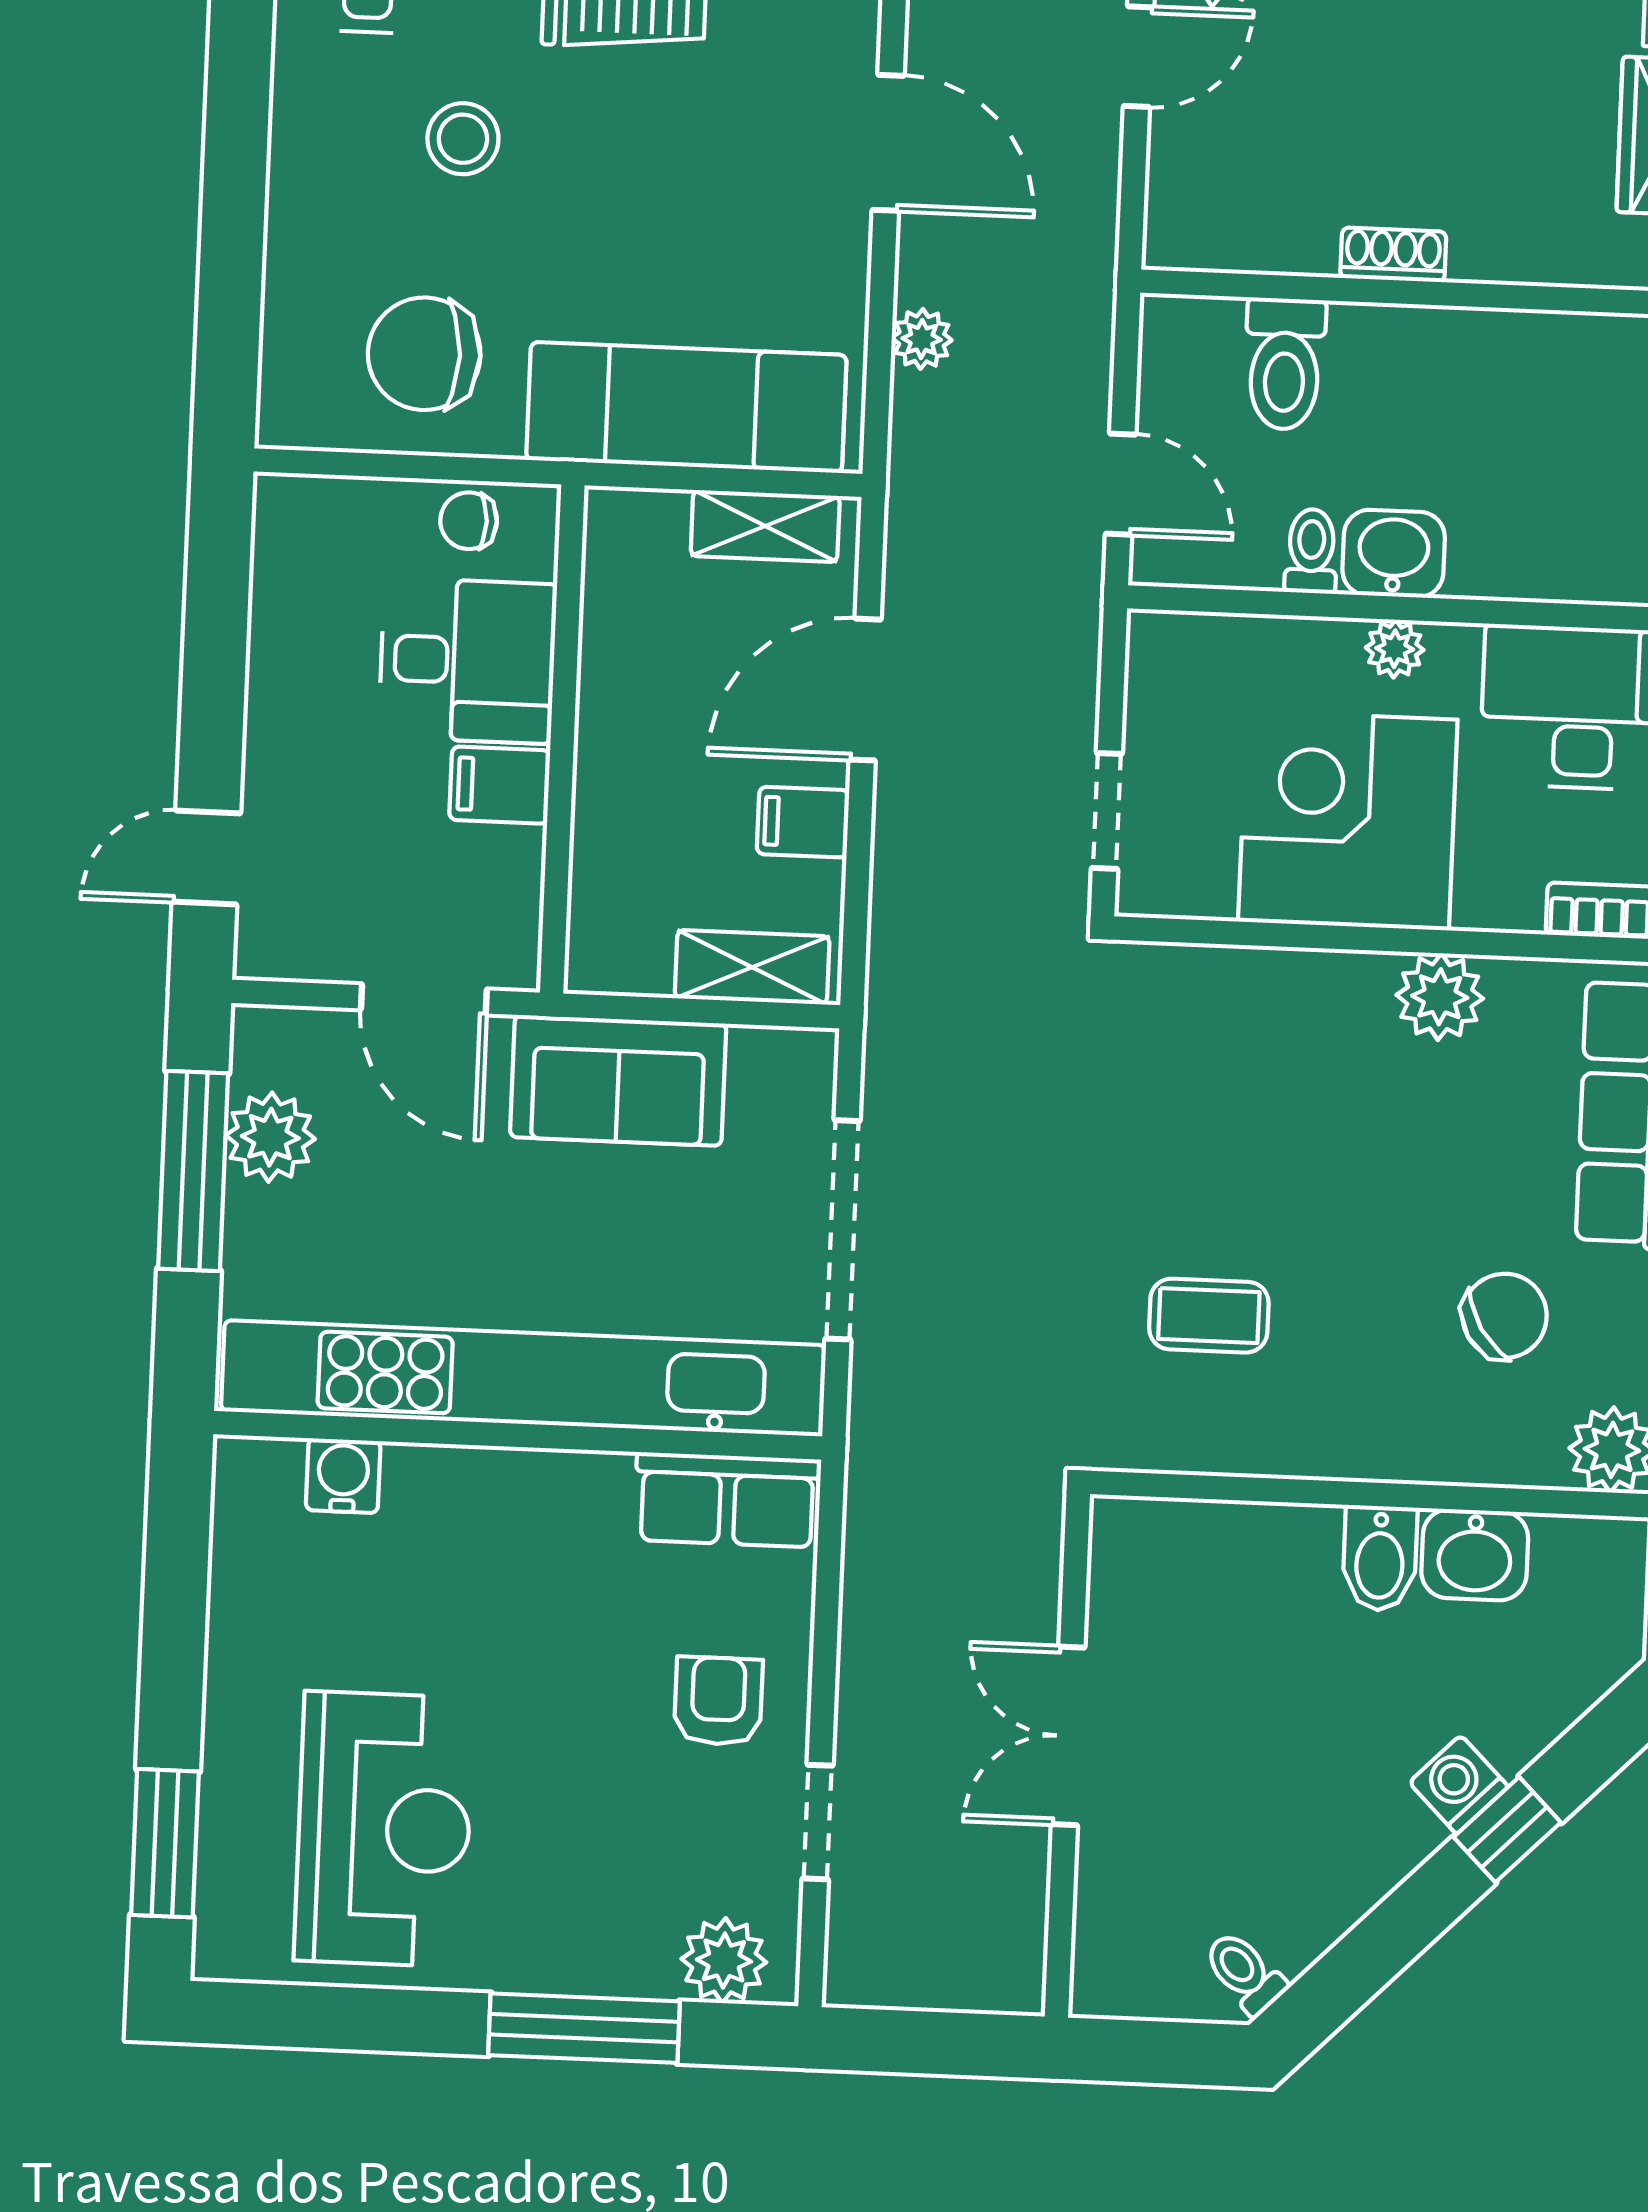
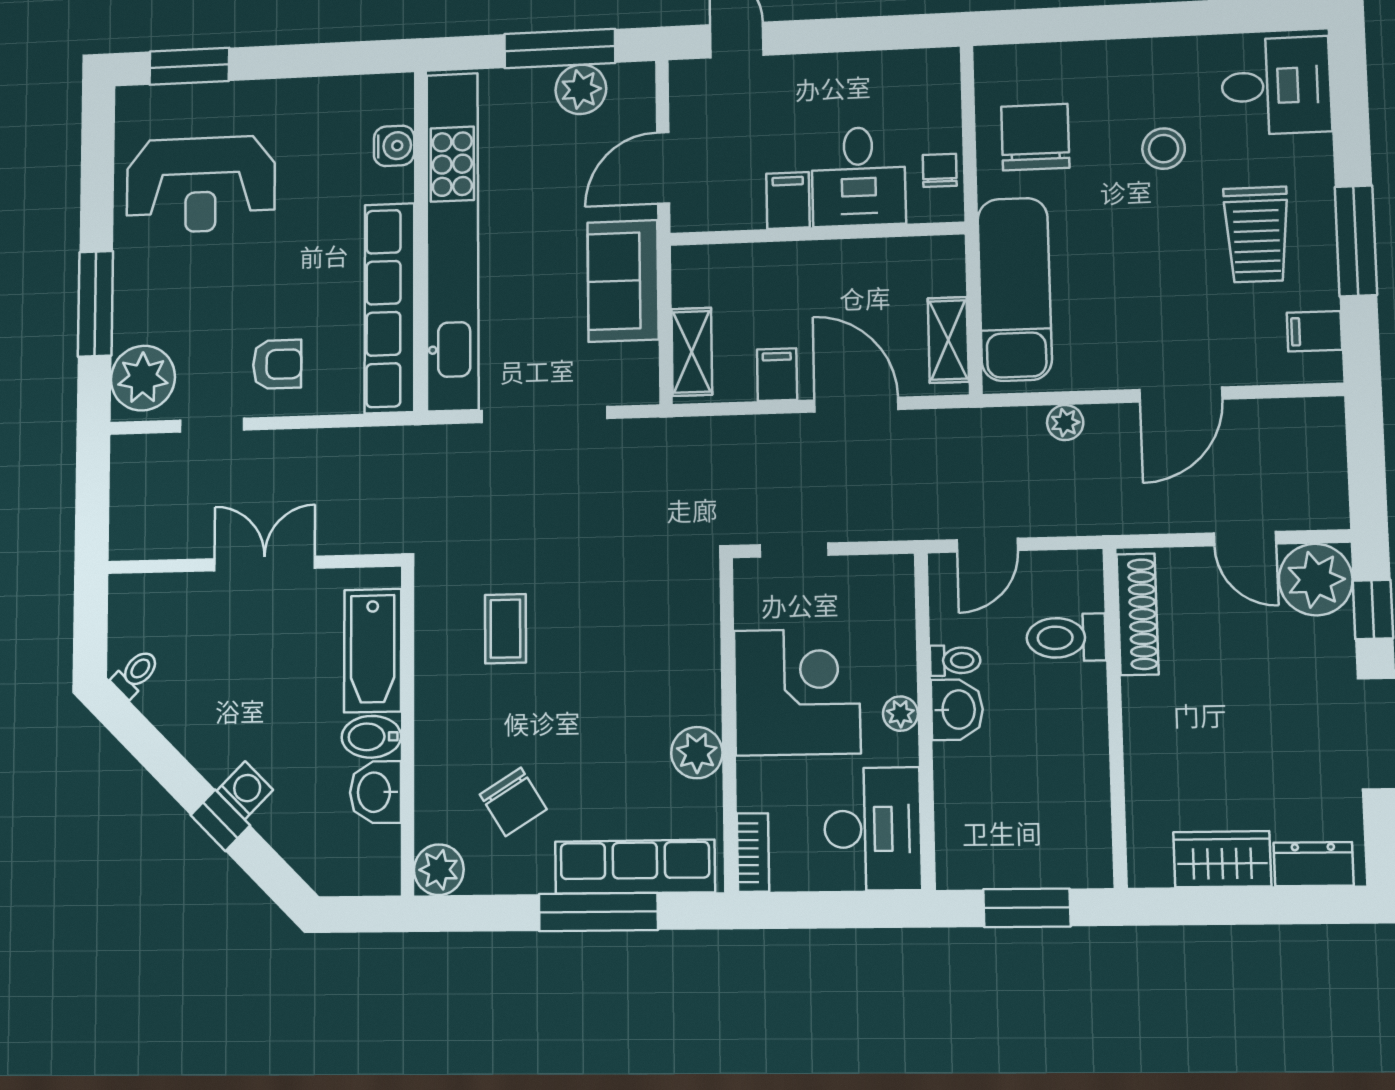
shoe rack: (1393, 255) -> (1138, 614), moved, width x1.94, depth x1.24
row of seats: (727, 1500) -> (389, 308), width x2.02
bathtub: (1232, 1550) -> (373, 651), added
plant: (724, 1961) -> (143, 378), width x1.36, depth x1.36

